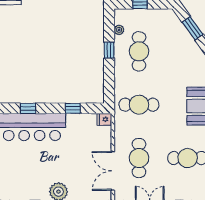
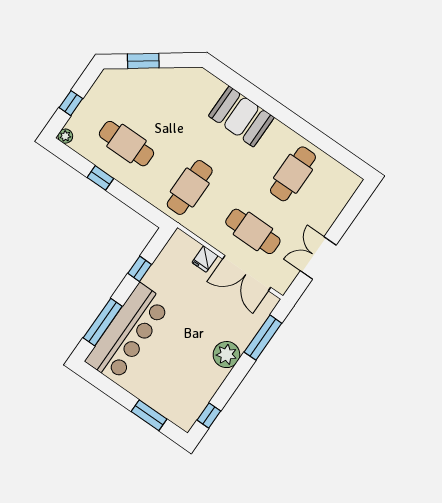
plant: (119, 30) -> (65, 136), moved
window: (28, 108) -> (103, 322), width x2.17
fridge: (104, 119) -> (205, 259), moved

